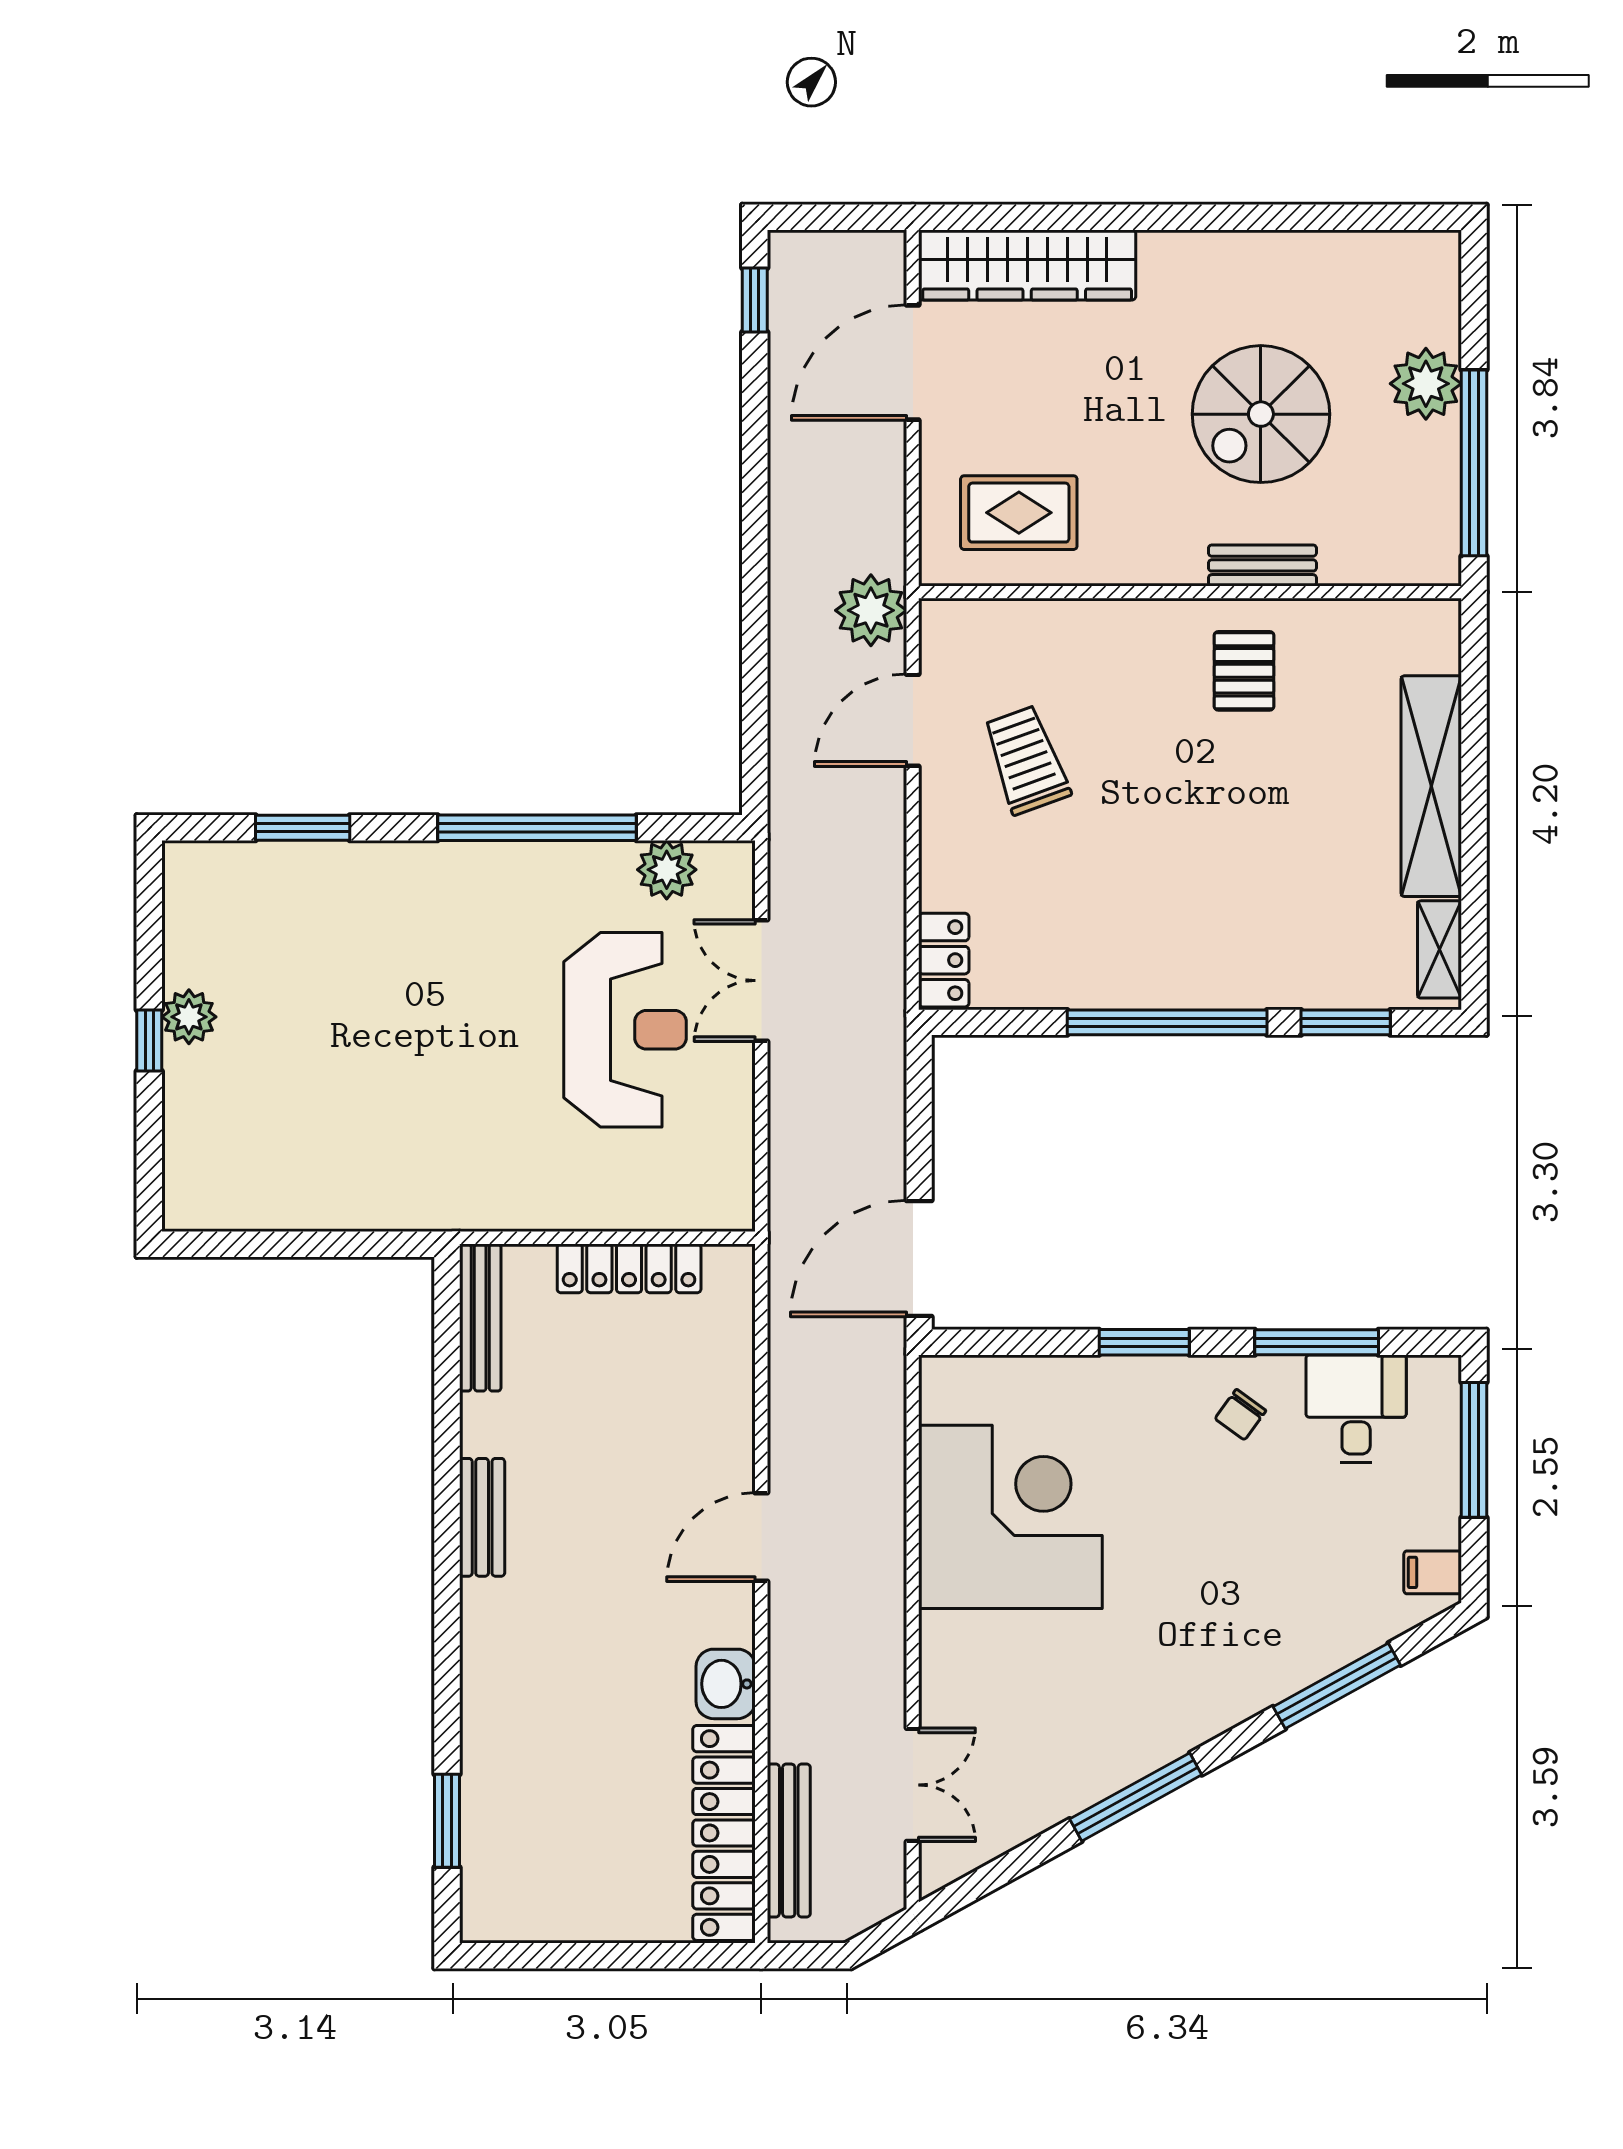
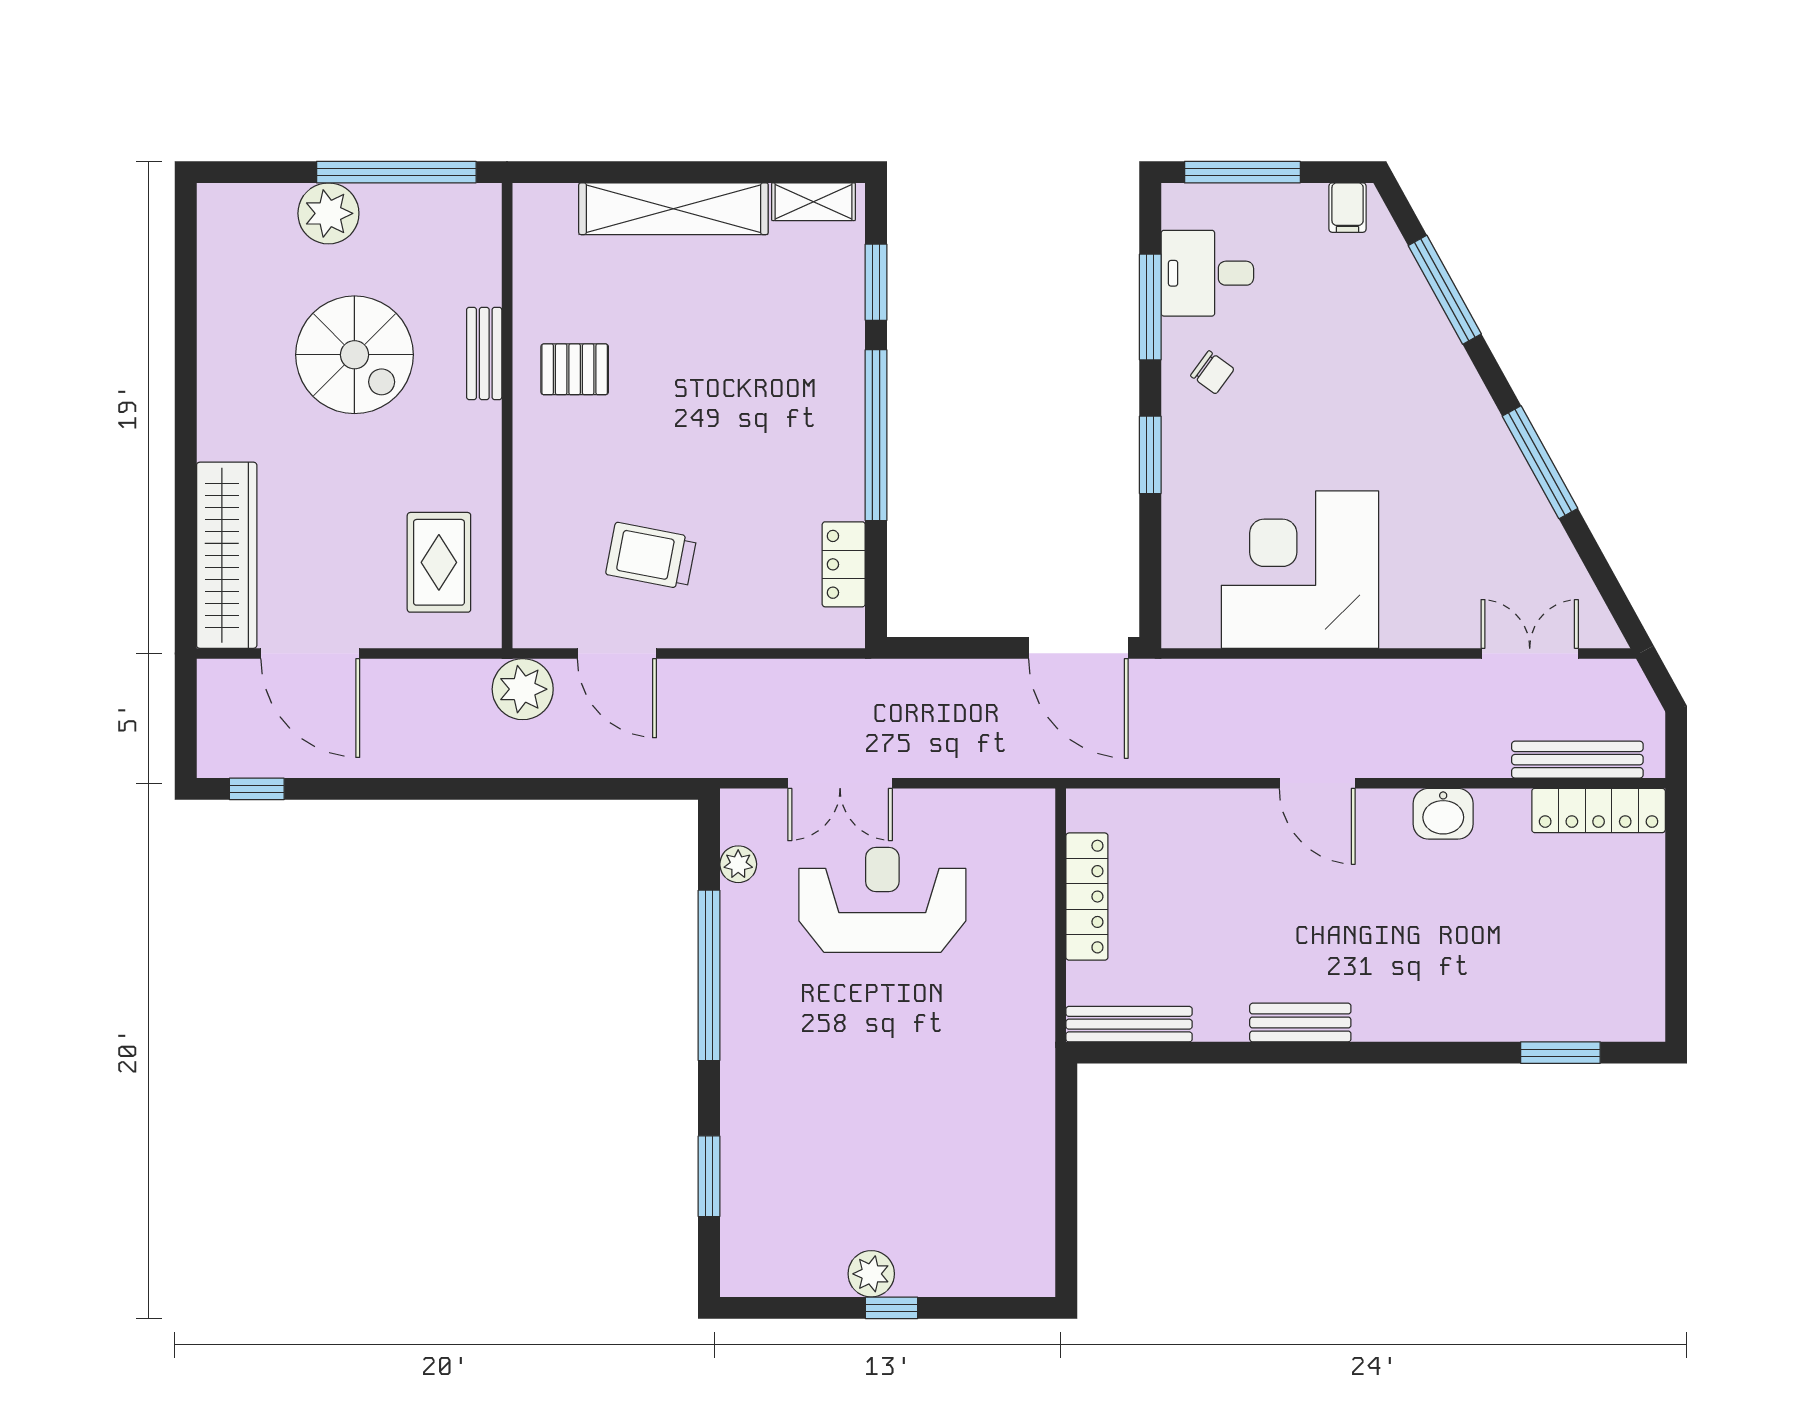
trolley: (1026, 760) -> (651, 556), turned 31
plant: (667, 870) -> (738, 864), width x0.73, depth x0.73
locker: (944, 960) -> (844, 564), moved, turned -90
locker: (724, 1833) -> (1599, 810), width x0.71, depth x0.83

